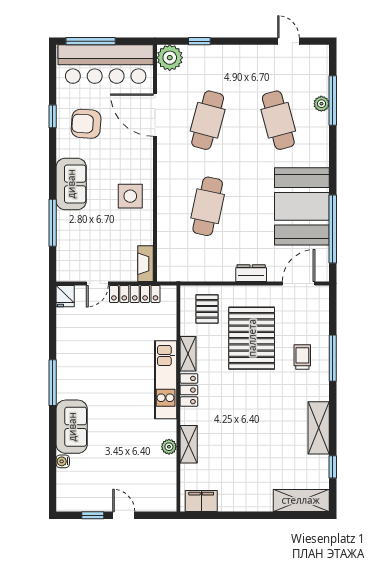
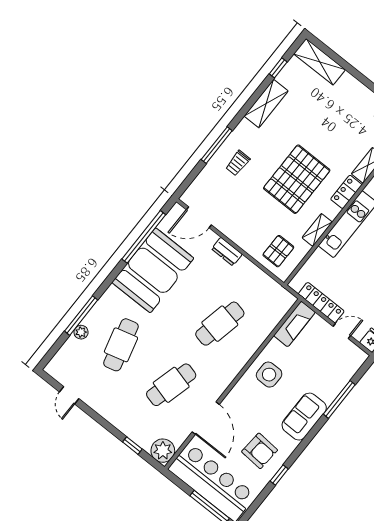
window: (333, 100) -> (81, 316), moved
fireplace: (146, 264) -> (294, 324), width x1.37, depth x1.32
pallet: (252, 338) -> (297, 179), moved
locker: (189, 390) -> (346, 192), moved

